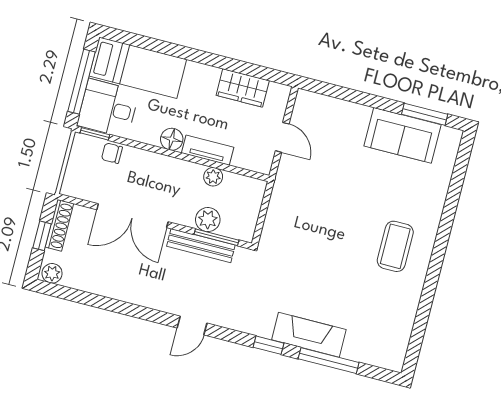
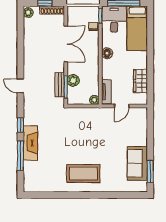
tv unit: (208, 150) -> (106, 92), moved
plant: (213, 177) -> (94, 100), moved
double door: (132, 216) -> (66, 44), swing flipped
bench: (201, 246) -> (60, 85), width x0.73
coffee table: (395, 246) -> (83, 174), width x1.36, depth x1.32

